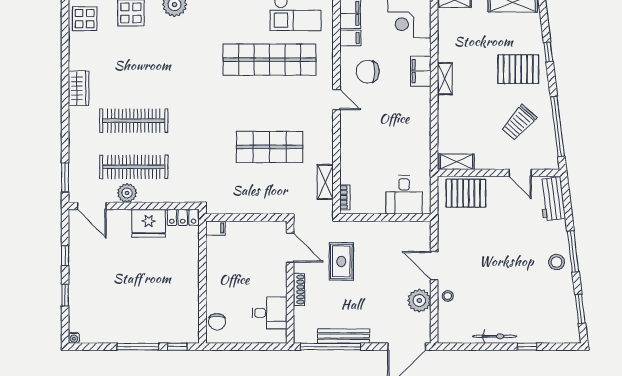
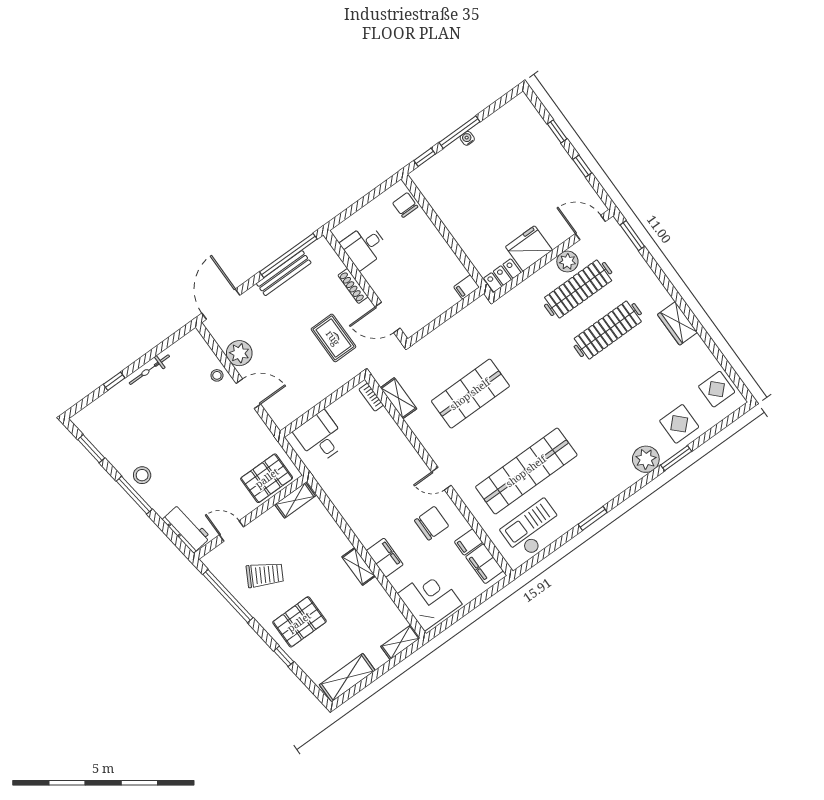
trolley: (519, 123) -> (265, 575), turned 77
water cooler: (74, 338) -> (467, 138), moved

